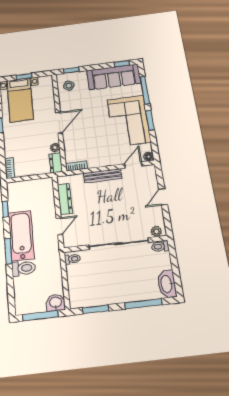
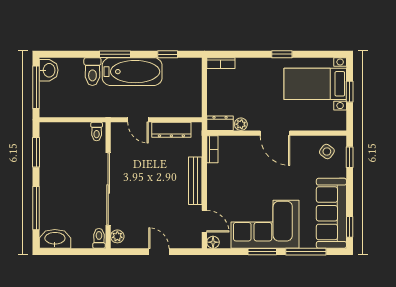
washbasin: (56, 303) -> (49, 70), moved

